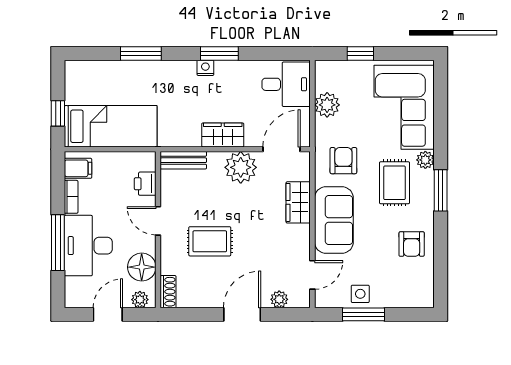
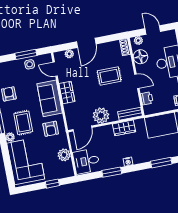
window: (219, 54) -> (112, 172), moved
wardrobe: (223, 135) -> (124, 128), moved
wardrobe: (298, 202) -> (67, 93), moved
door: (312, 275) -> (55, 69), hinge flipped
door: (108, 314) -> (153, 30), swing flipped

